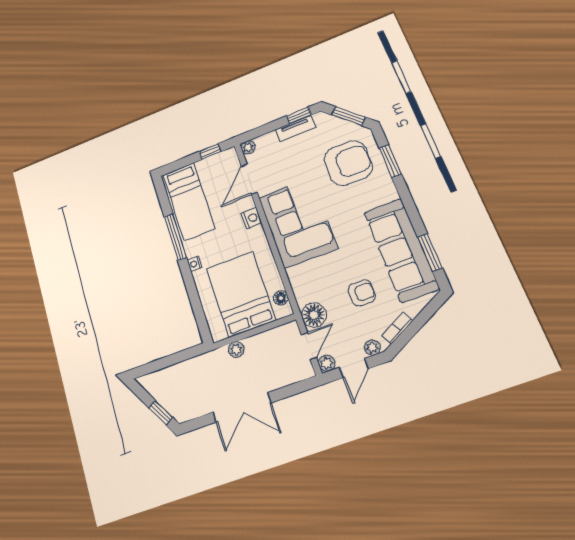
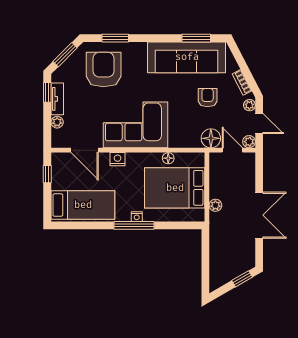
plant: (248, 147) -> (57, 122), moved
window: (175, 237) -> (134, 225), moved
floor lamp: (281, 298) -> (168, 158), moved

